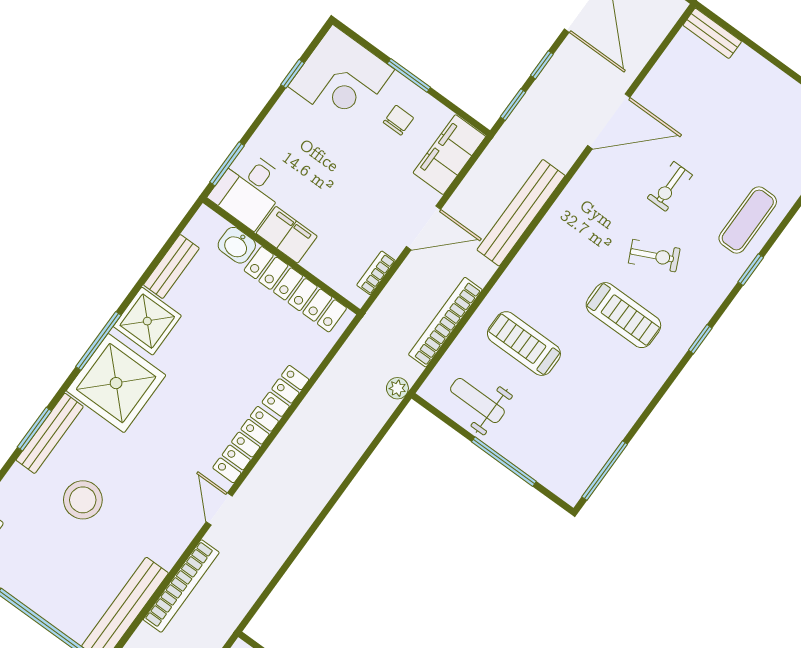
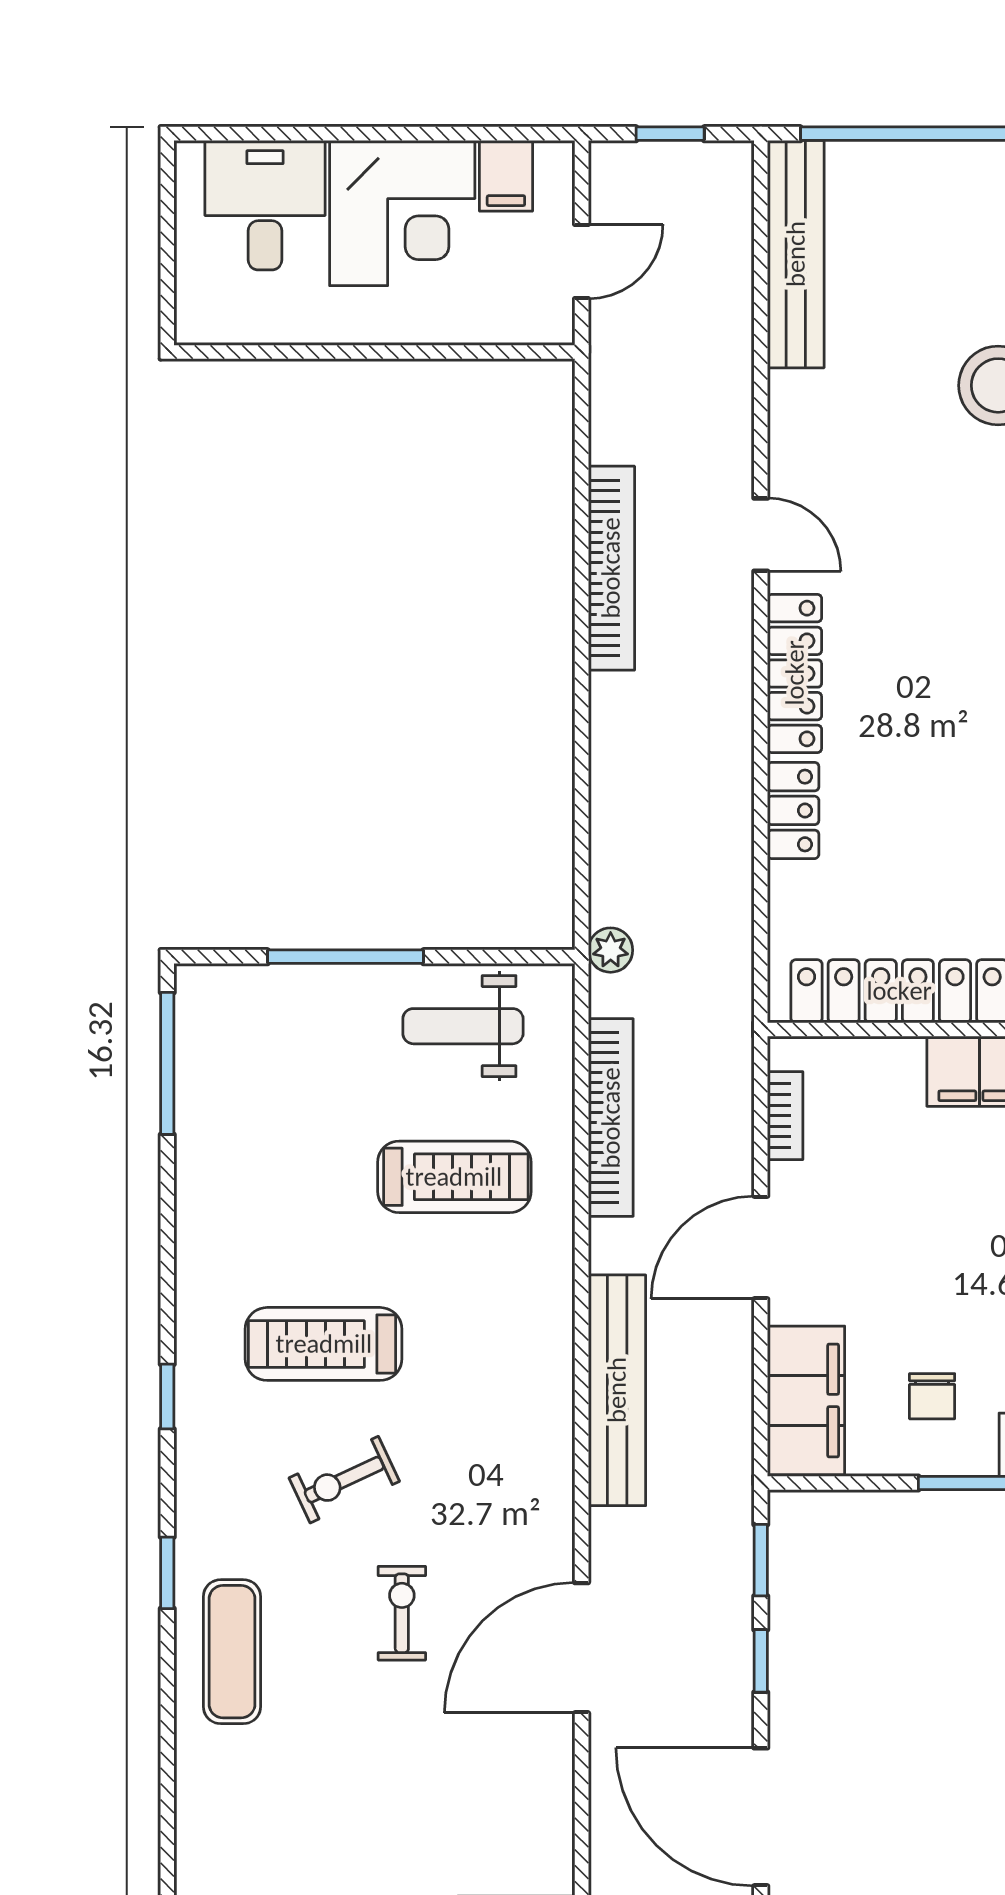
weight bench: (477, 400) -> (463, 1026), turned 180
bookcase: (181, 586) -> (611, 568), moved, turned 180

